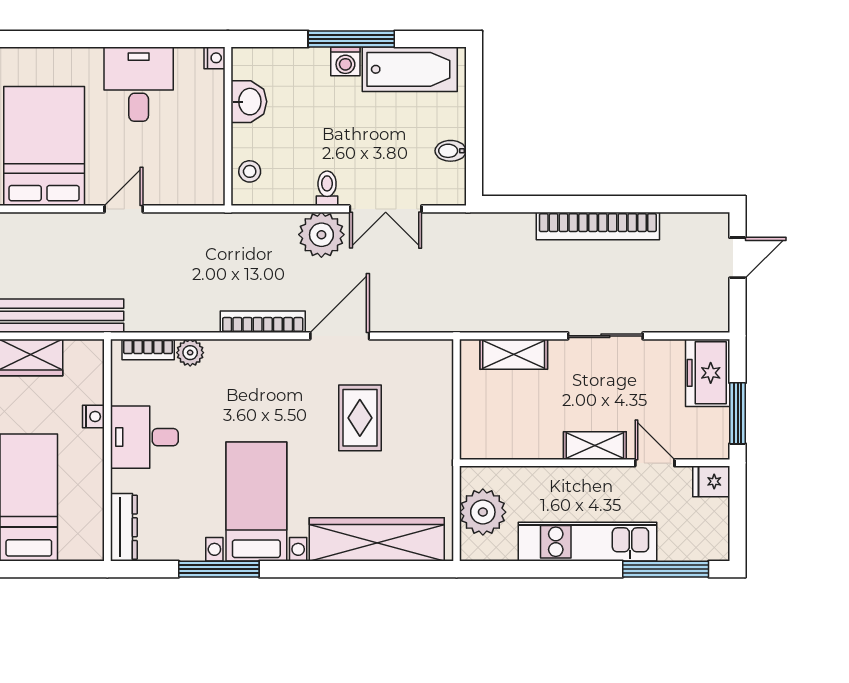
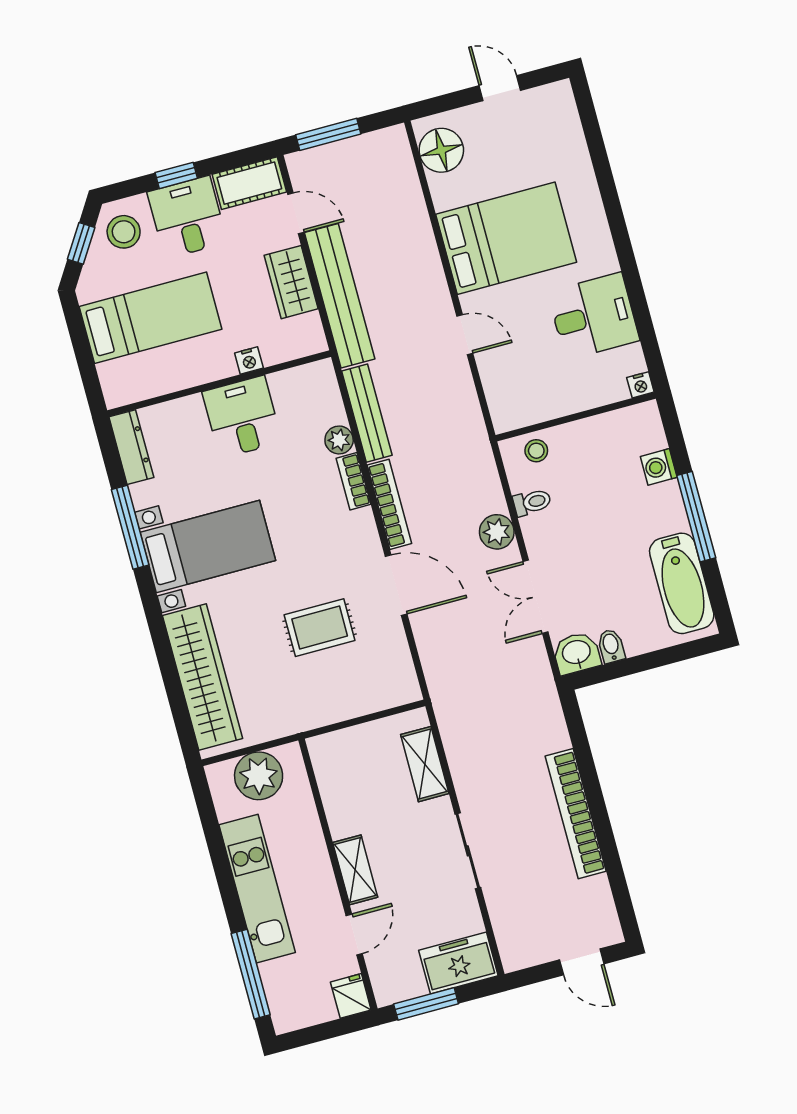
washing machine: (345, 61) -> (659, 467), moved
washbasin: (249, 102) -> (577, 653), moved, turned 180
toilet: (327, 188) -> (532, 502), moved
plant: (321, 235) -> (497, 532), width x0.73, depth x0.73
bench: (172, 320) -> (367, 413), added
bookcase: (148, 349) -> (354, 481), moved
dresser: (124, 527) -> (131, 447), moved, turned -90

